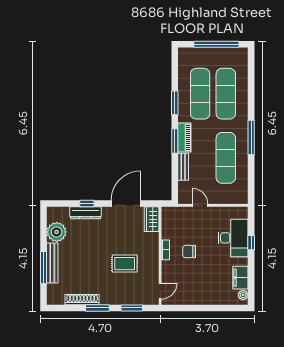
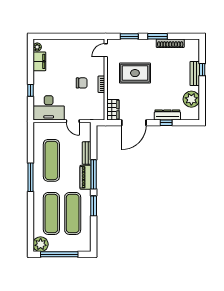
plant: (239, 56) -> (41, 244), added
window: (175, 141) -> (94, 174), width x1.44
desk: (233, 238) -> (49, 108), moved, turned -90
bench: (52, 263) -> (195, 73), width x0.73
rug: (125, 264) -> (135, 73), width x1.36, depth x1.43
window: (43, 268) -> (202, 70), width x0.46

